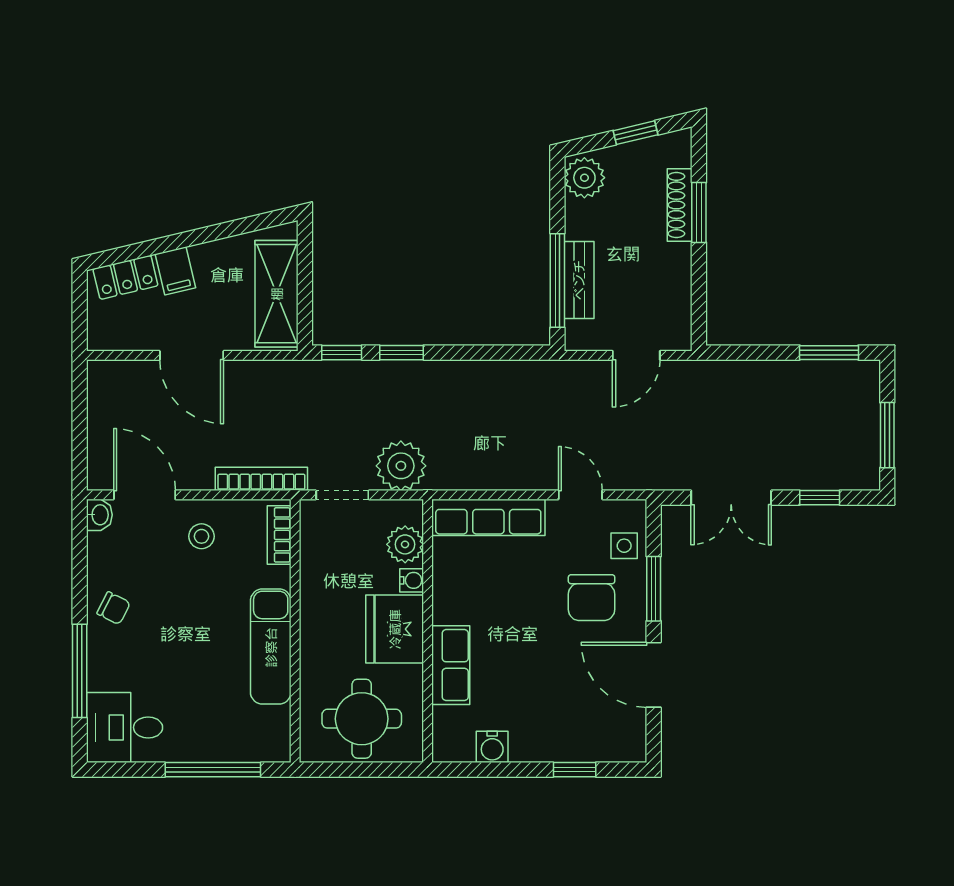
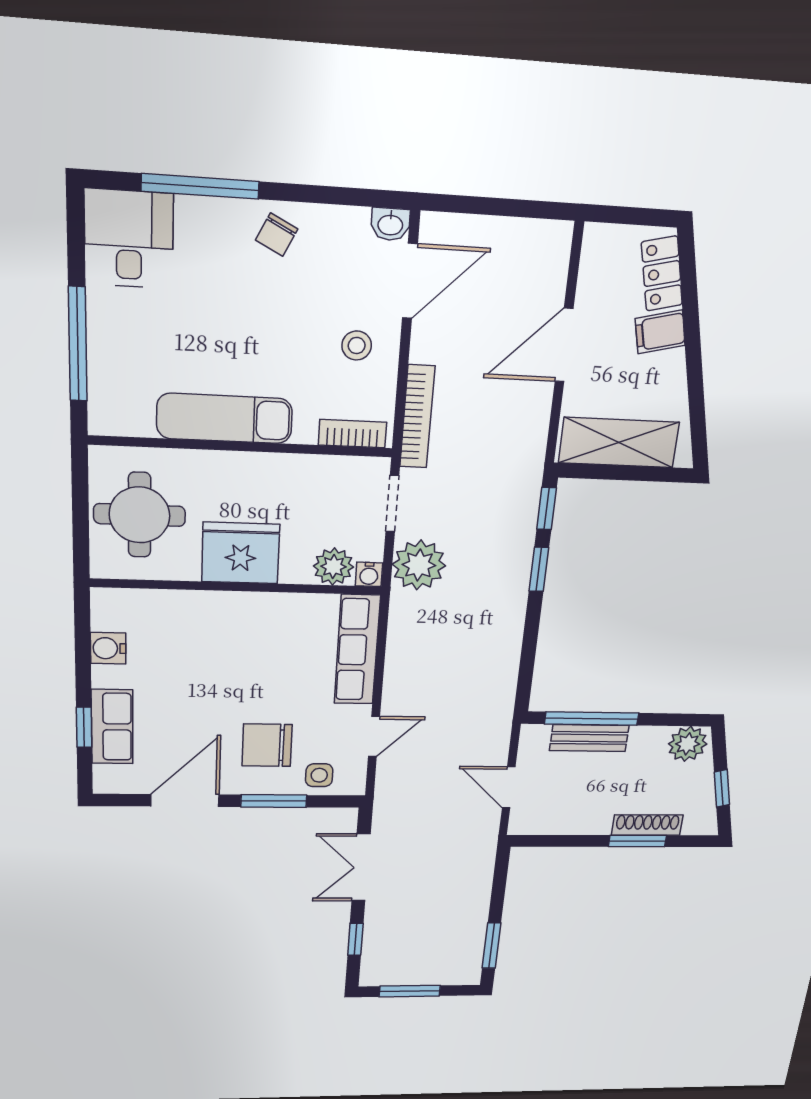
water cooler: (412, 580) -> (369, 574), moved
row of seats: (451, 665) -> (112, 727), moved, turned -90

